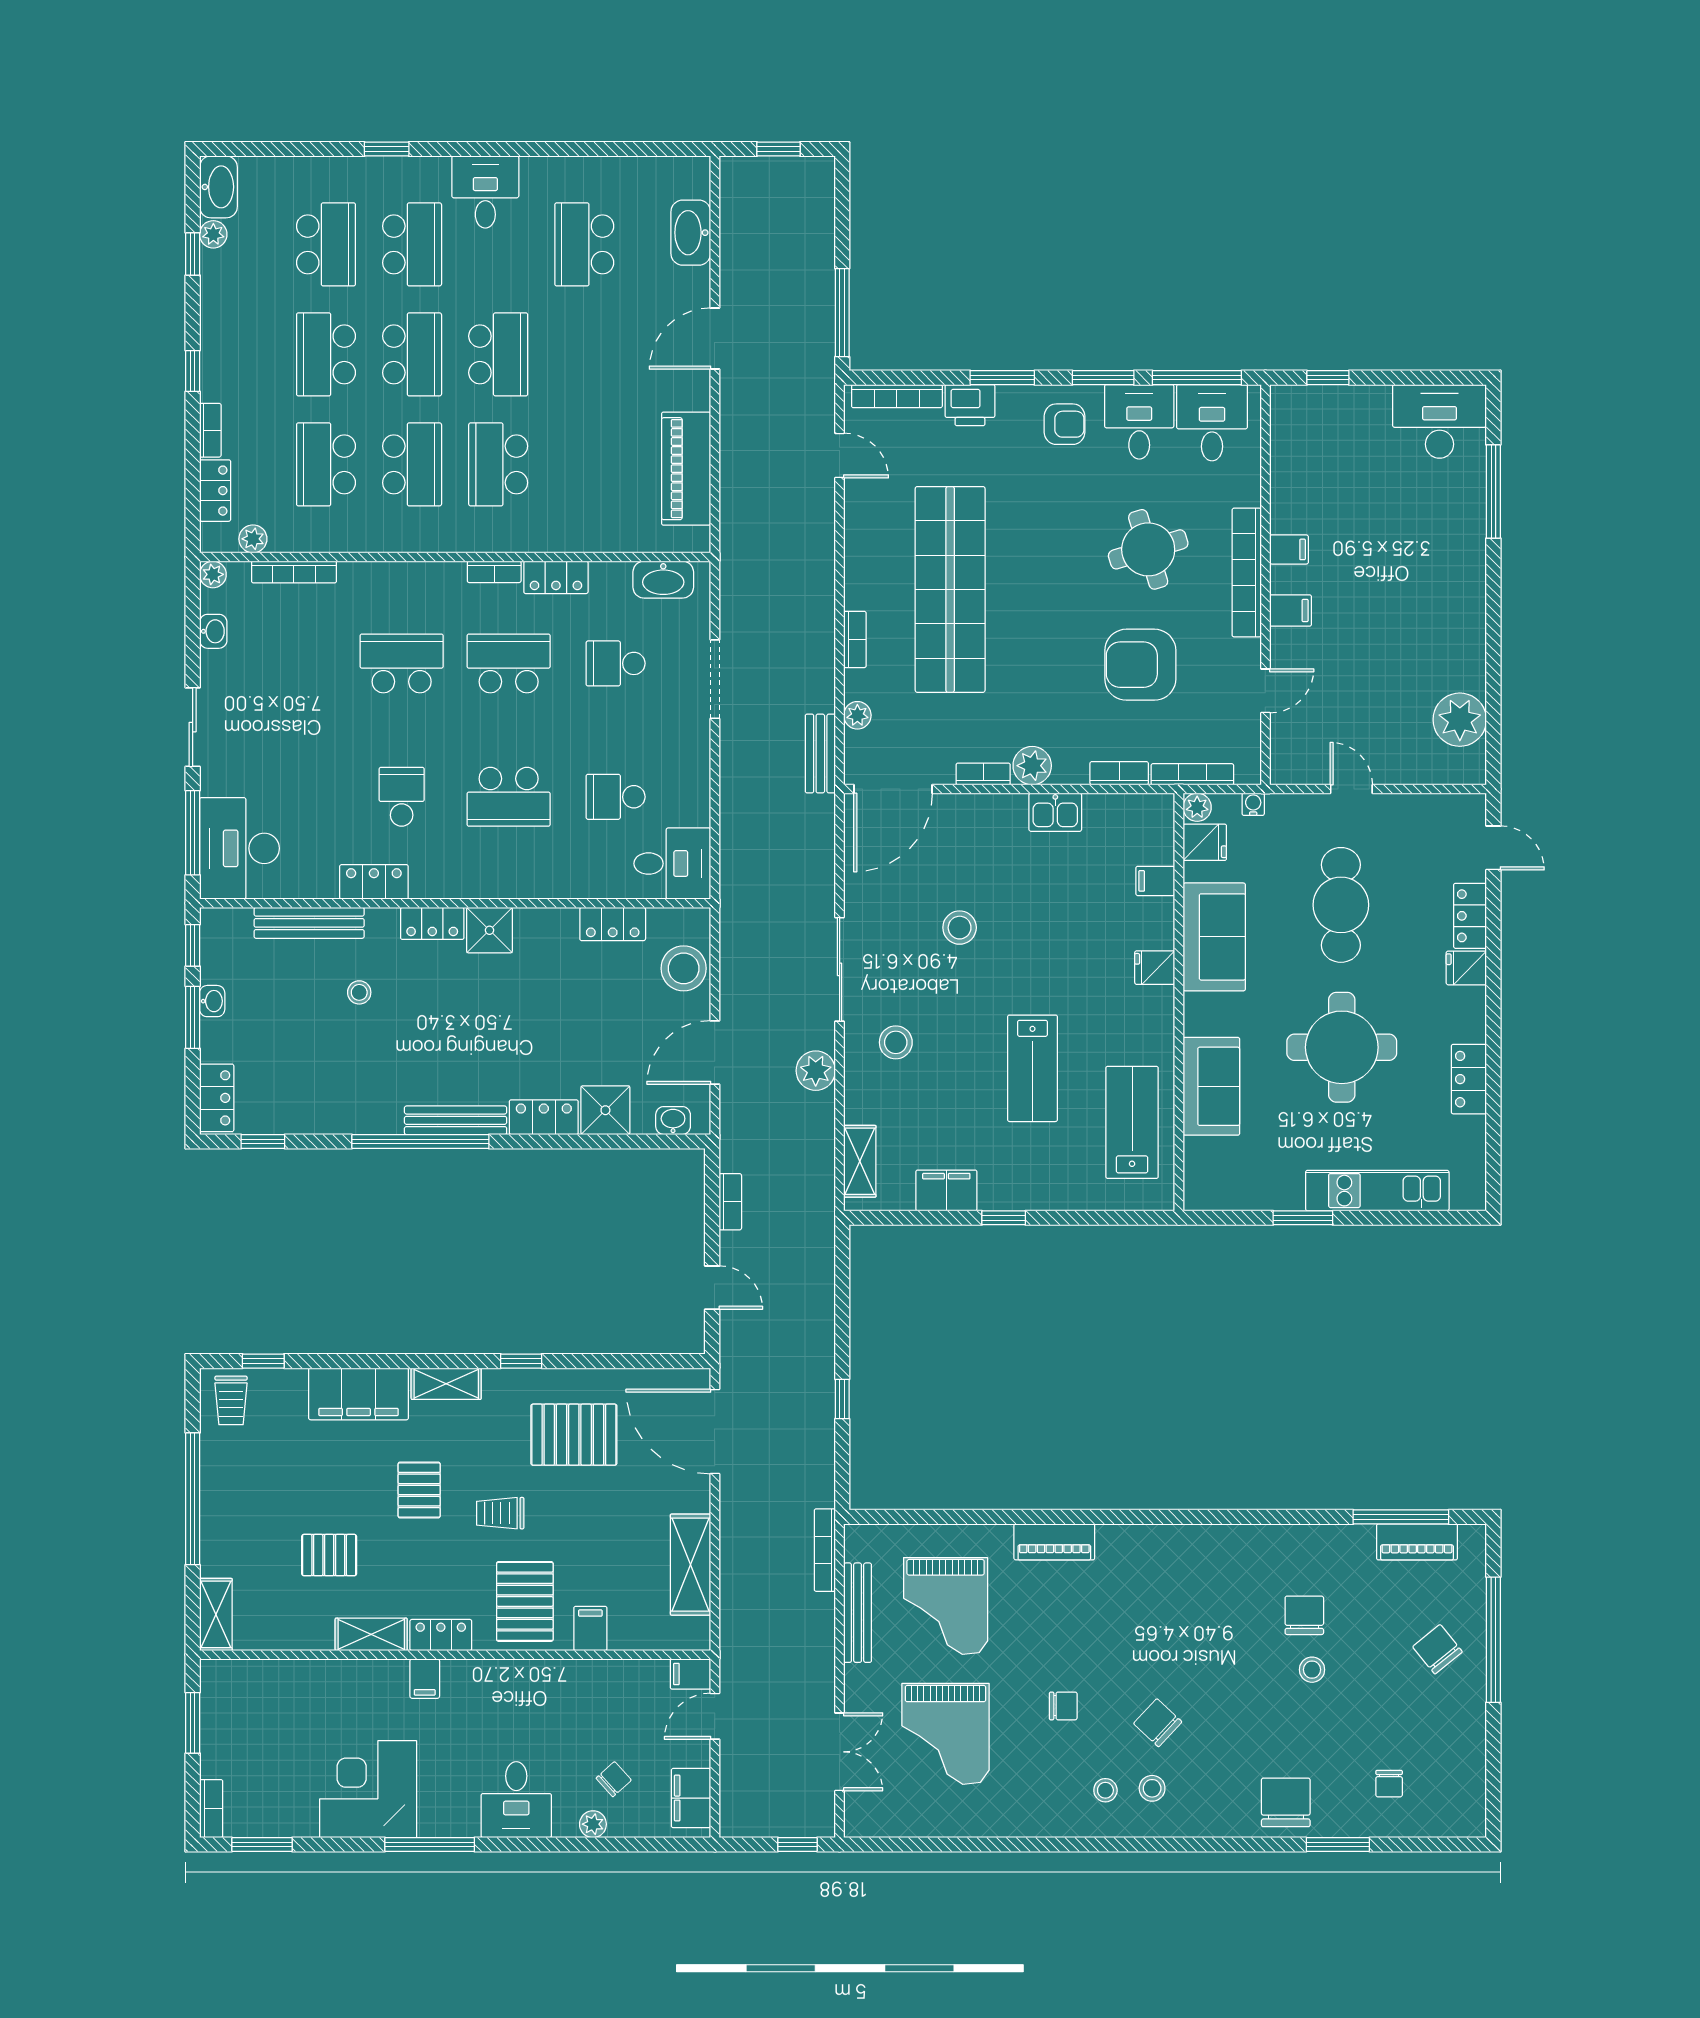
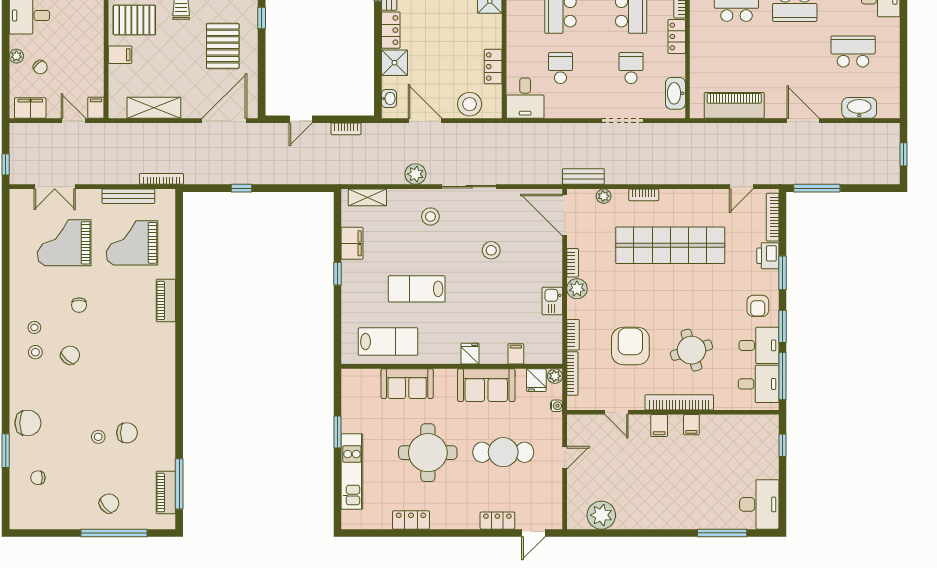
fridge: (1466, 968) -> (470, 519), removed

